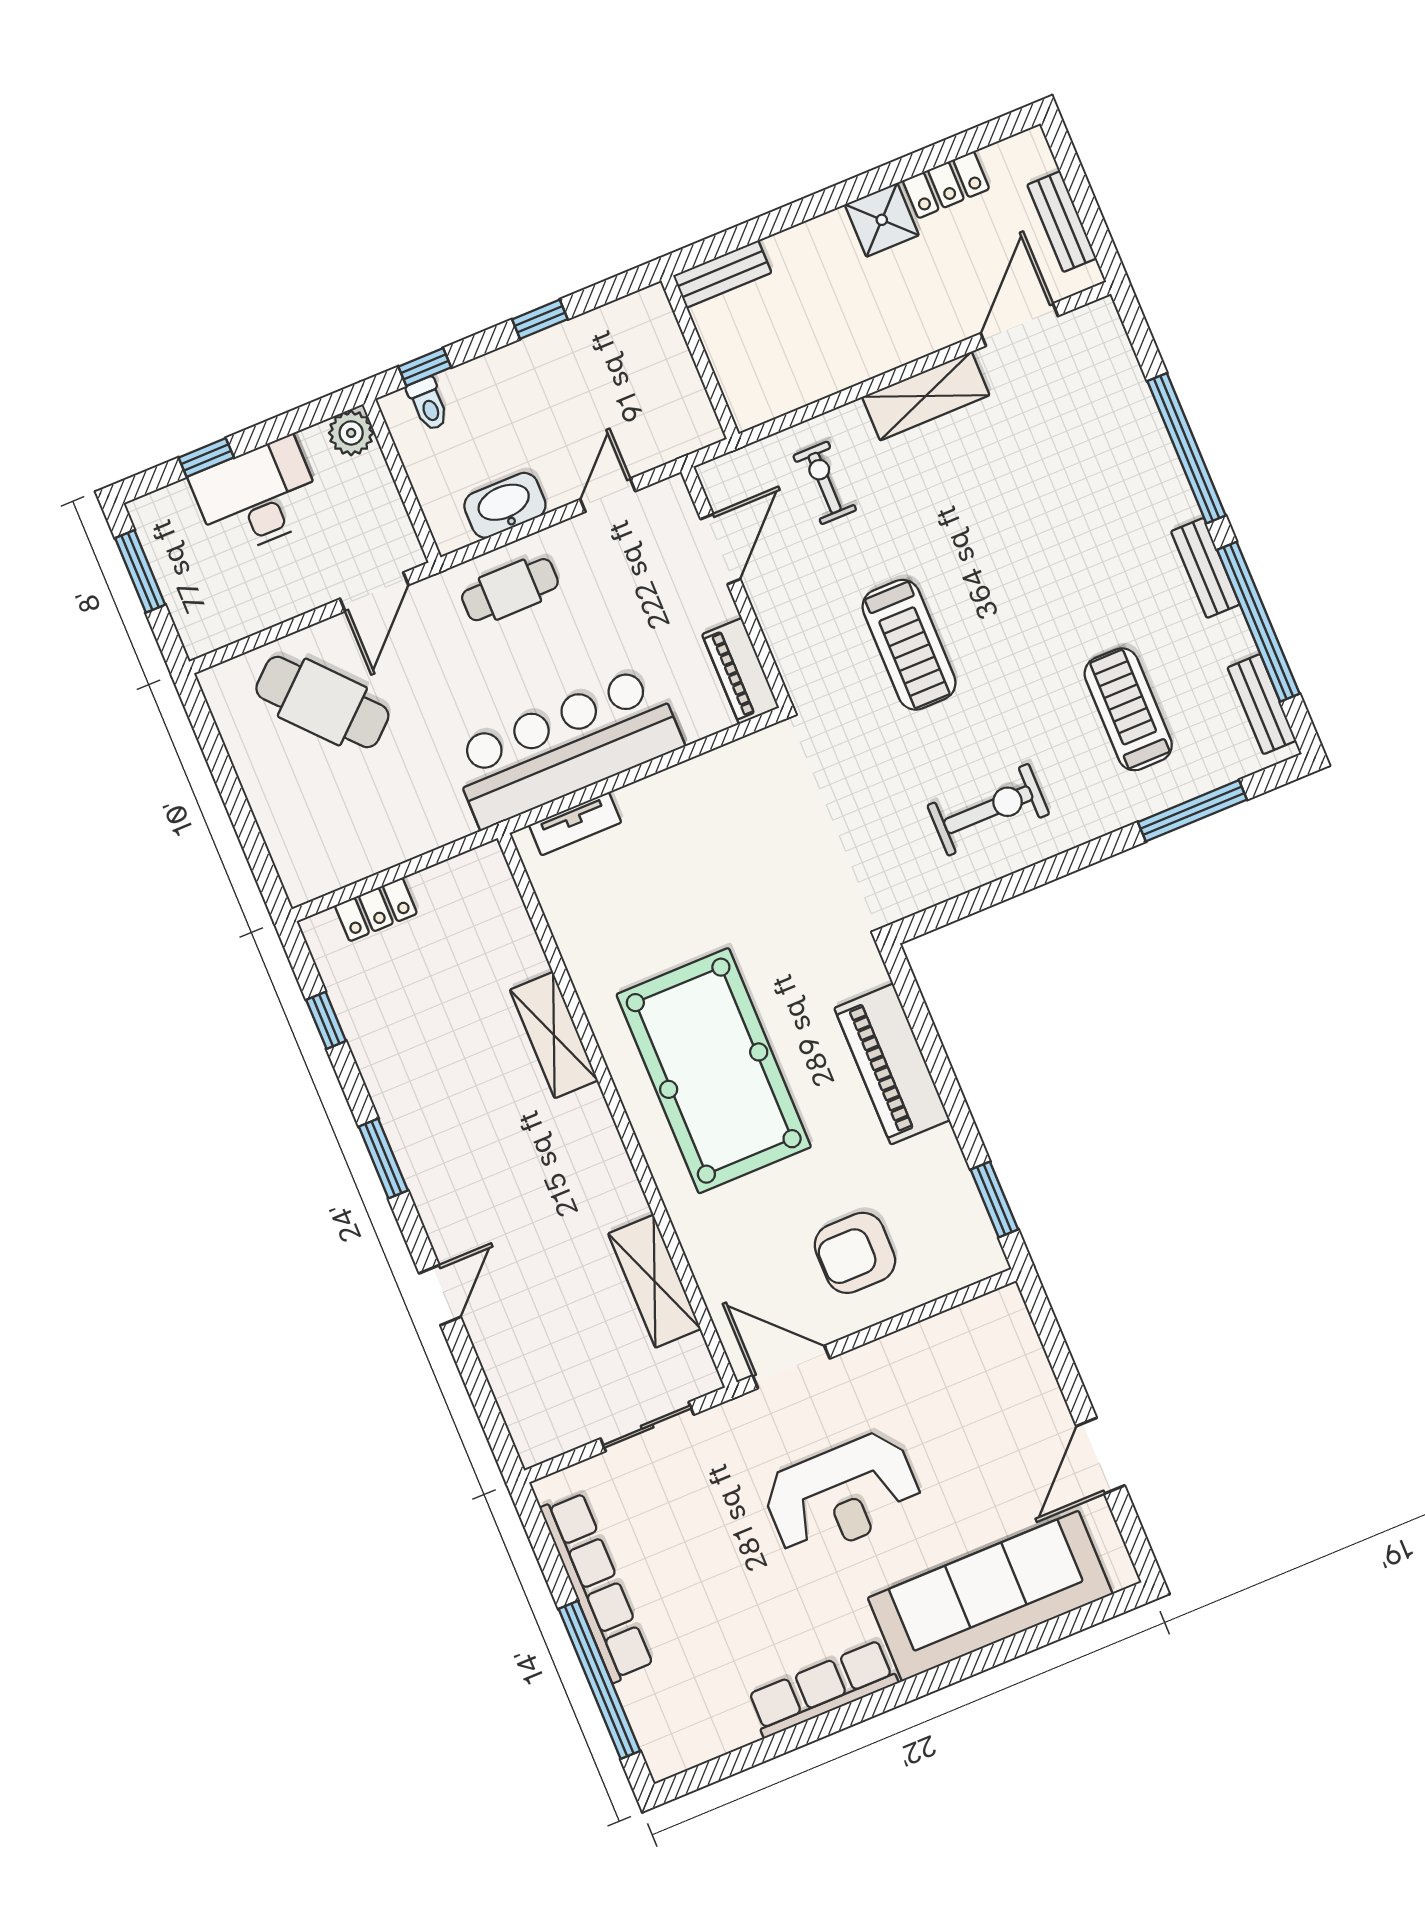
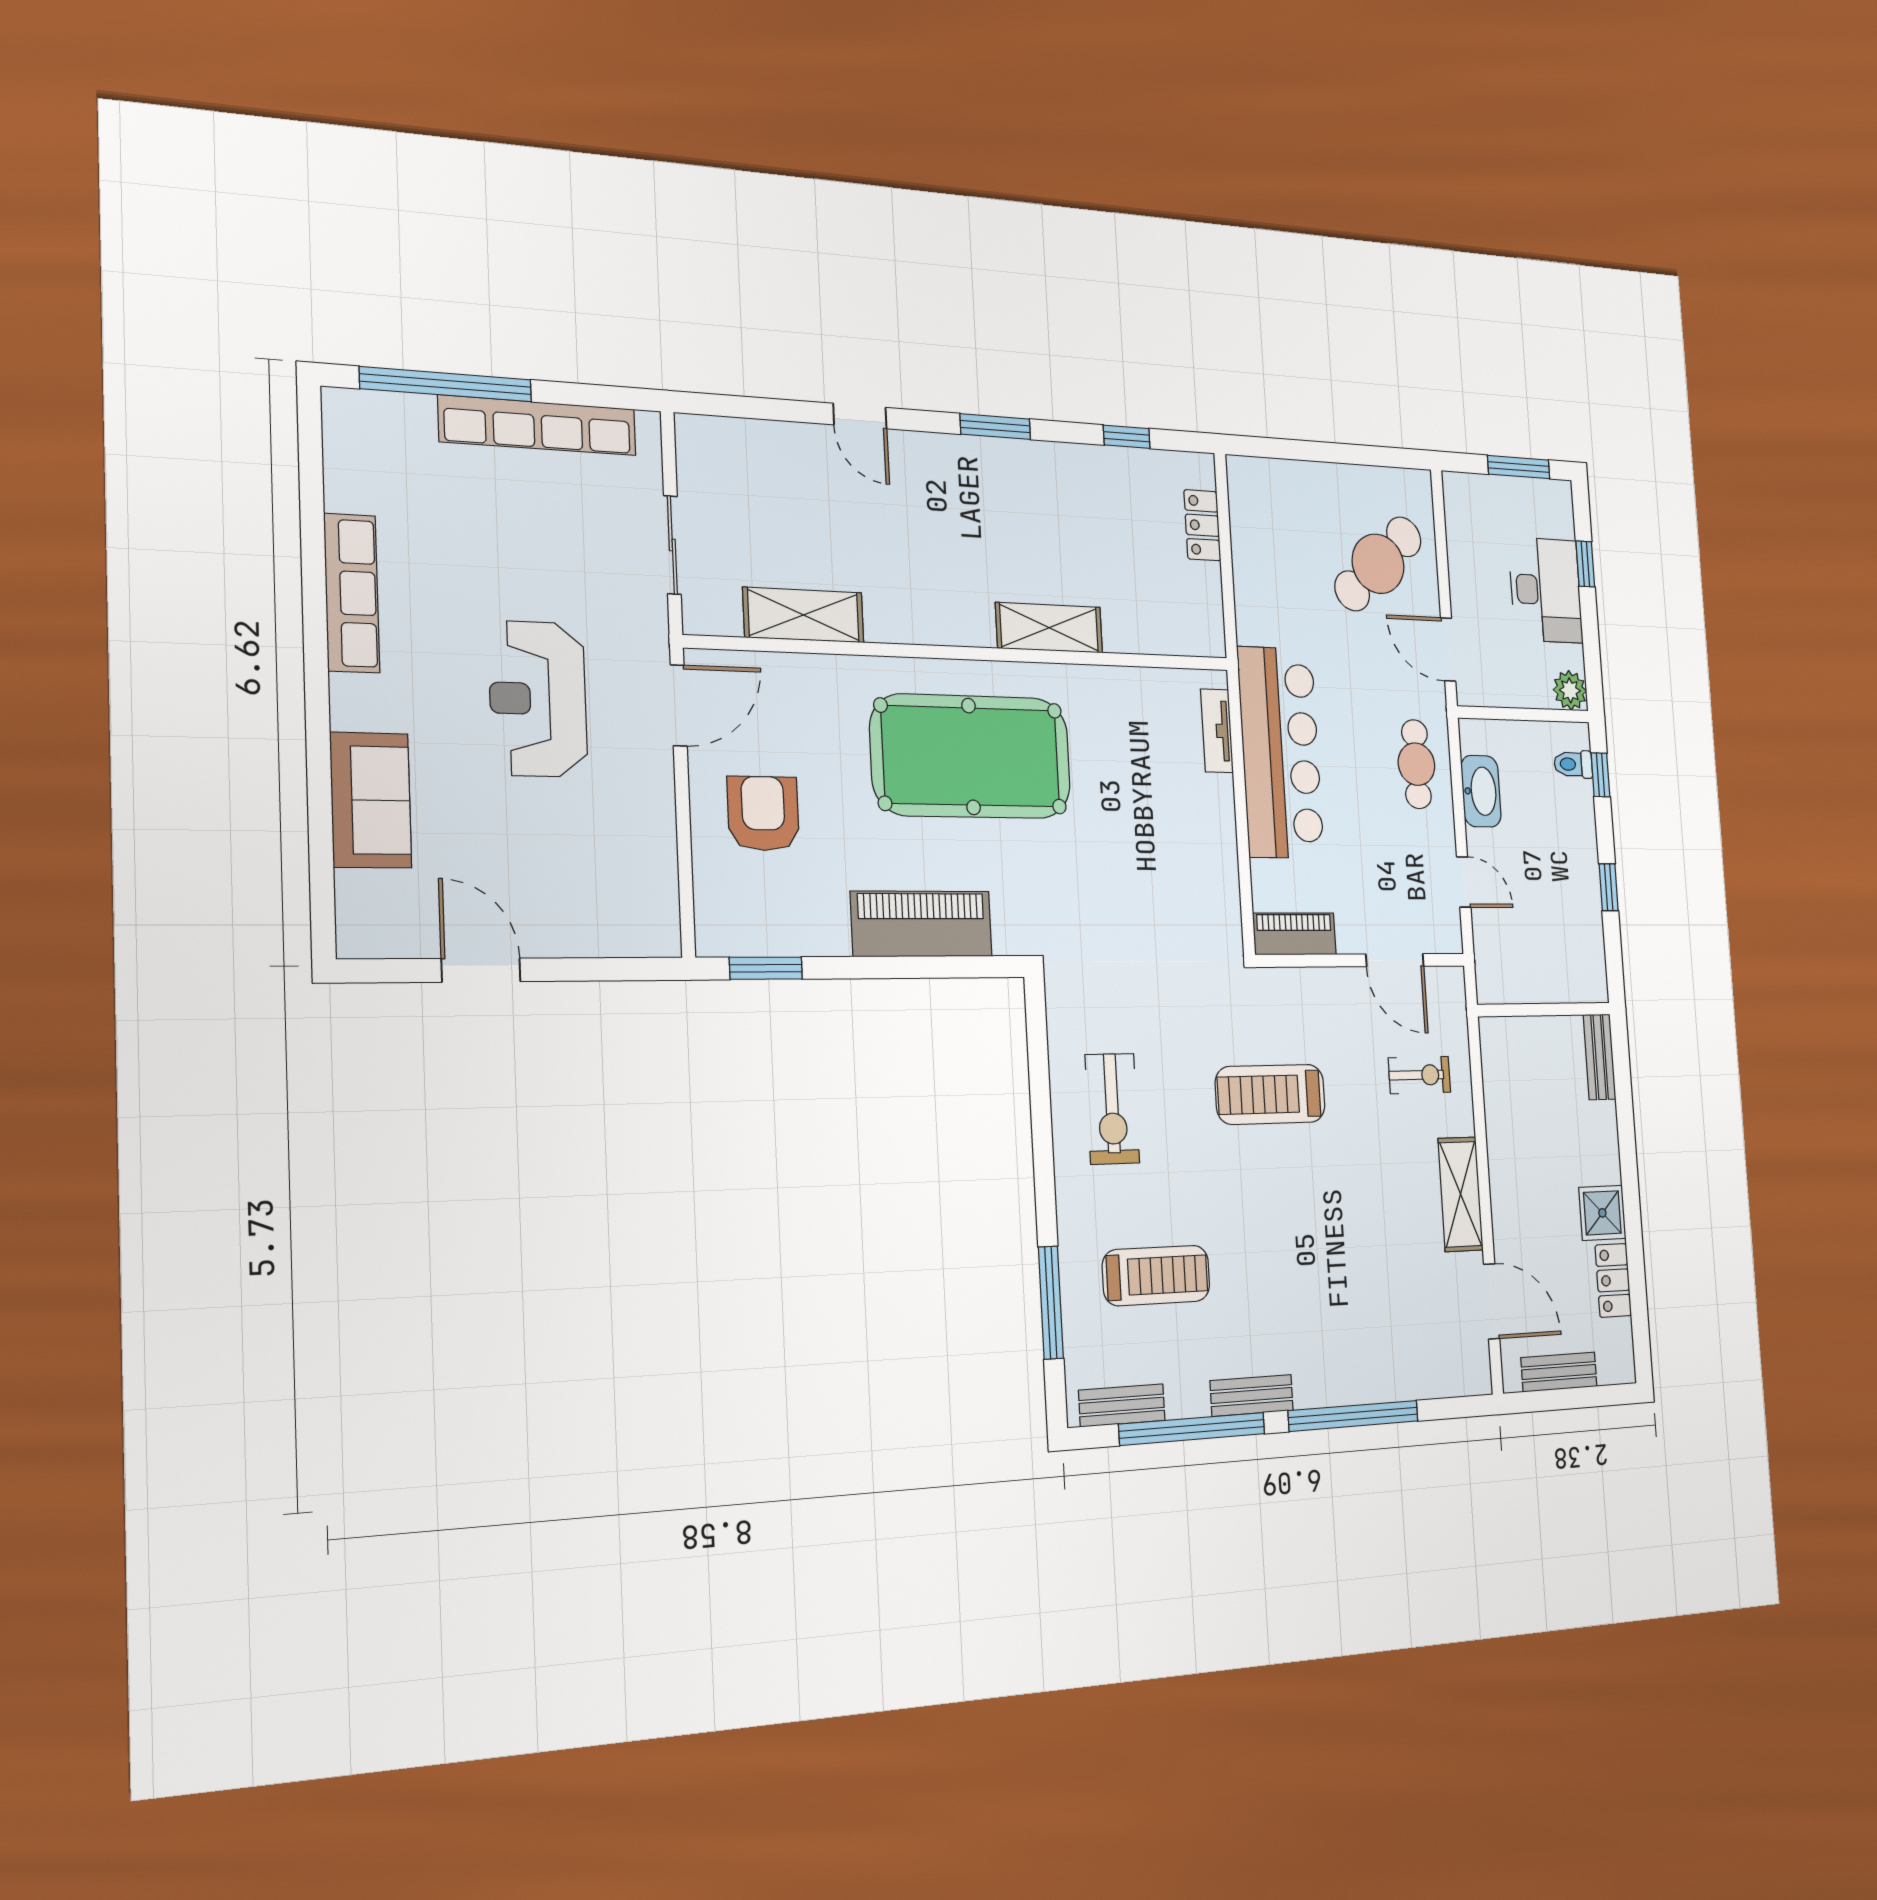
sofa: (990, 1596) -> (371, 800), width x0.54, depth x0.79

